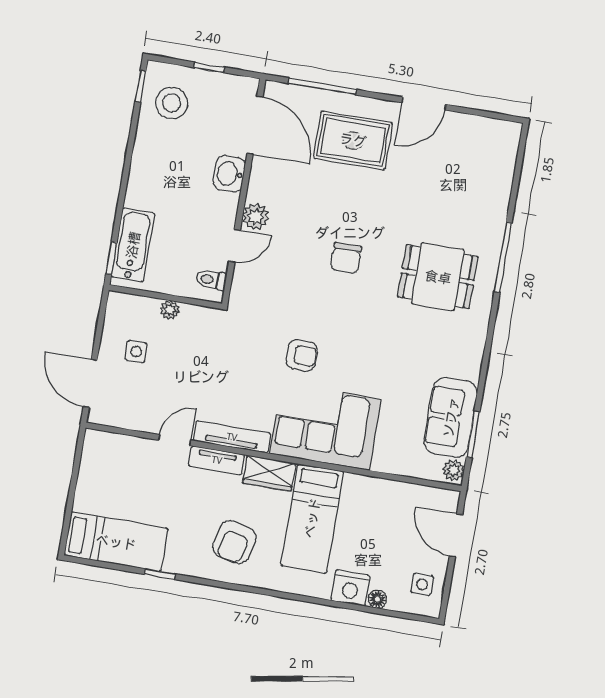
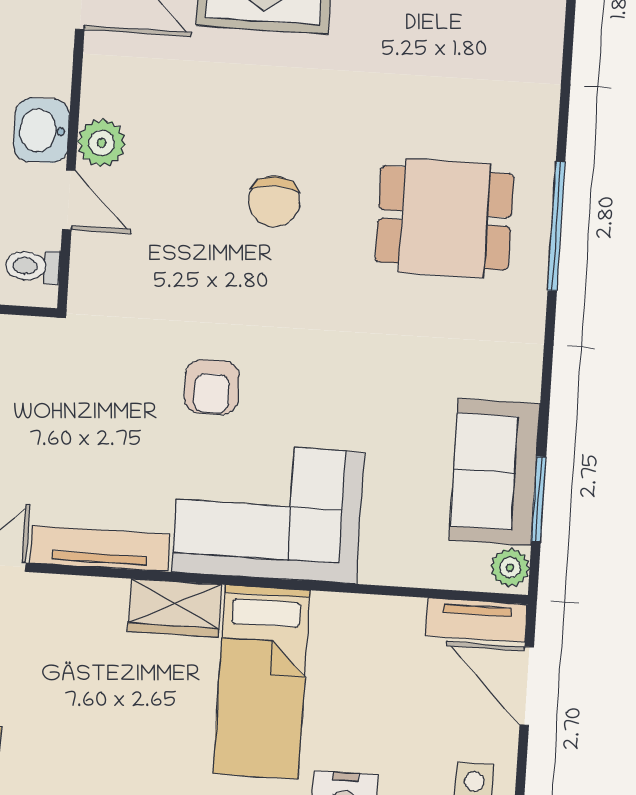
washbasin: (229, 174) -> (42, 130), moved
door: (235, 246) -> (69, 200), hinge flipped
window: (503, 257) -> (556, 226), moved
armchair: (302, 355) -> (212, 387), turned 90
tv unit: (217, 460) -> (477, 620), moved
armchair: (234, 542) -> (124, 740), removed

